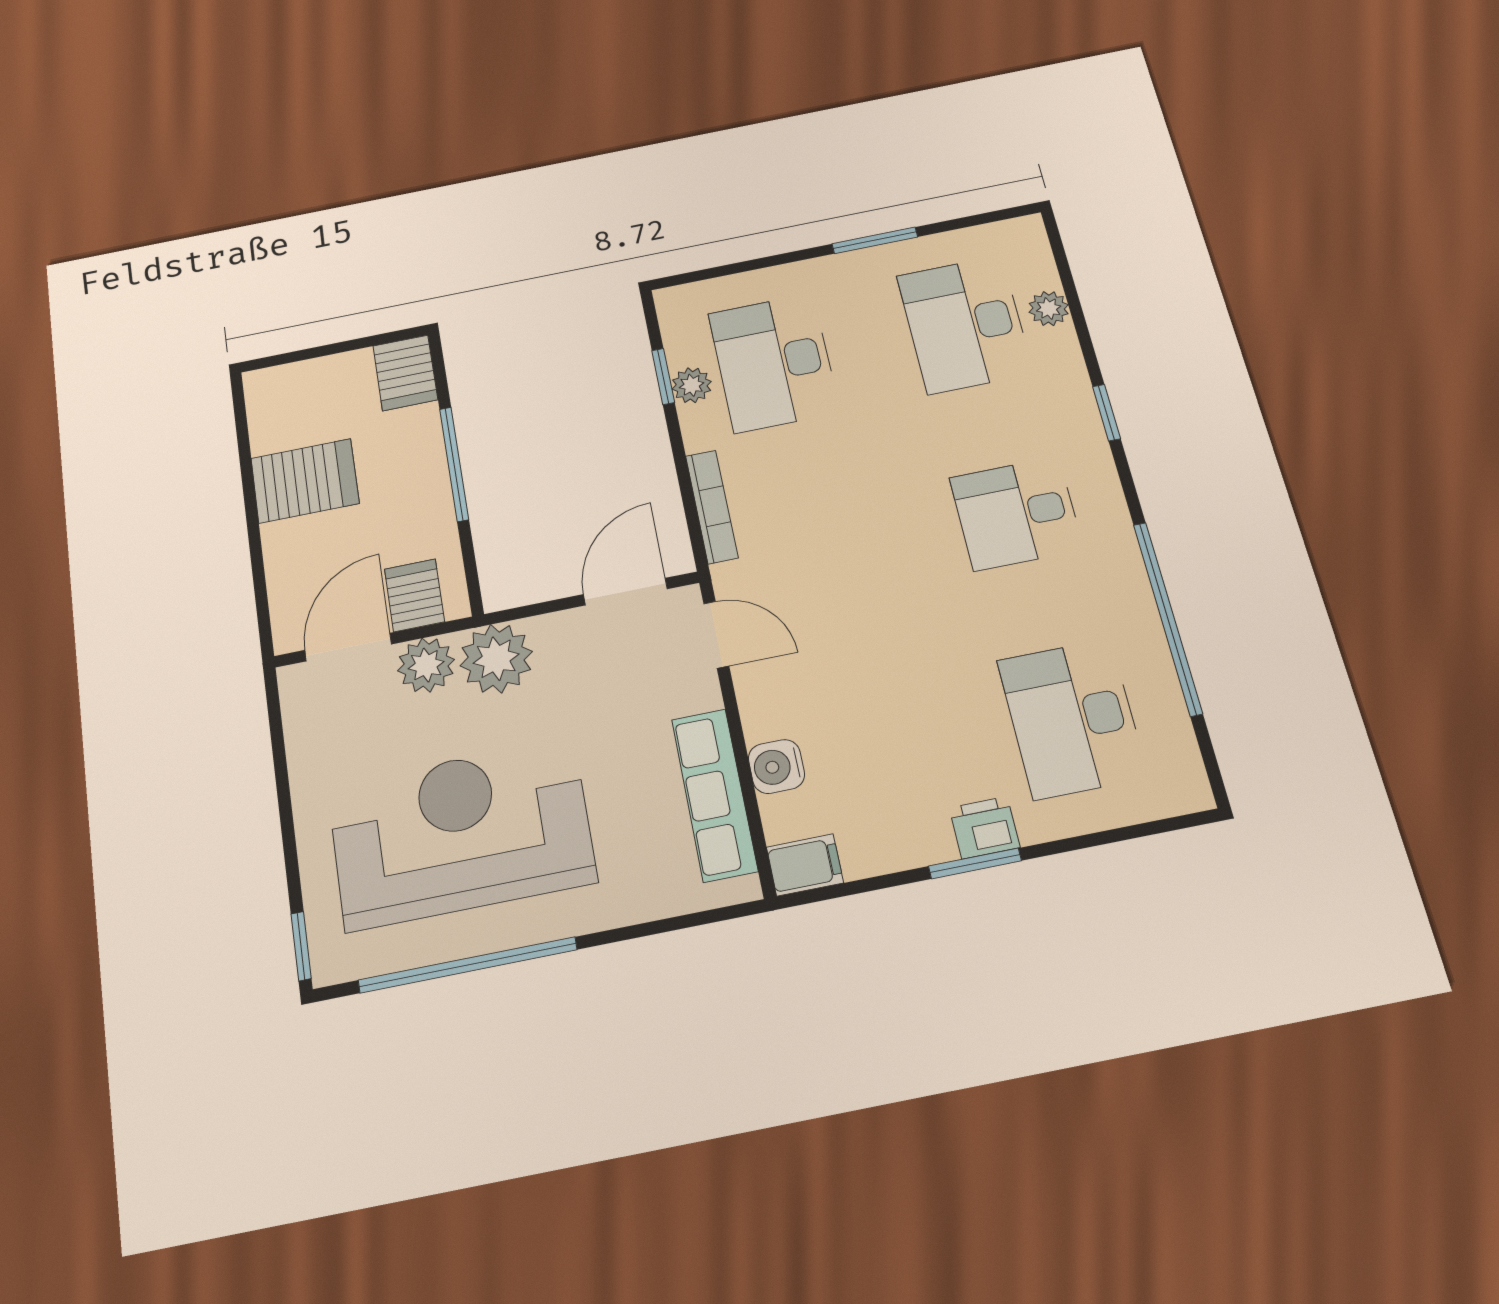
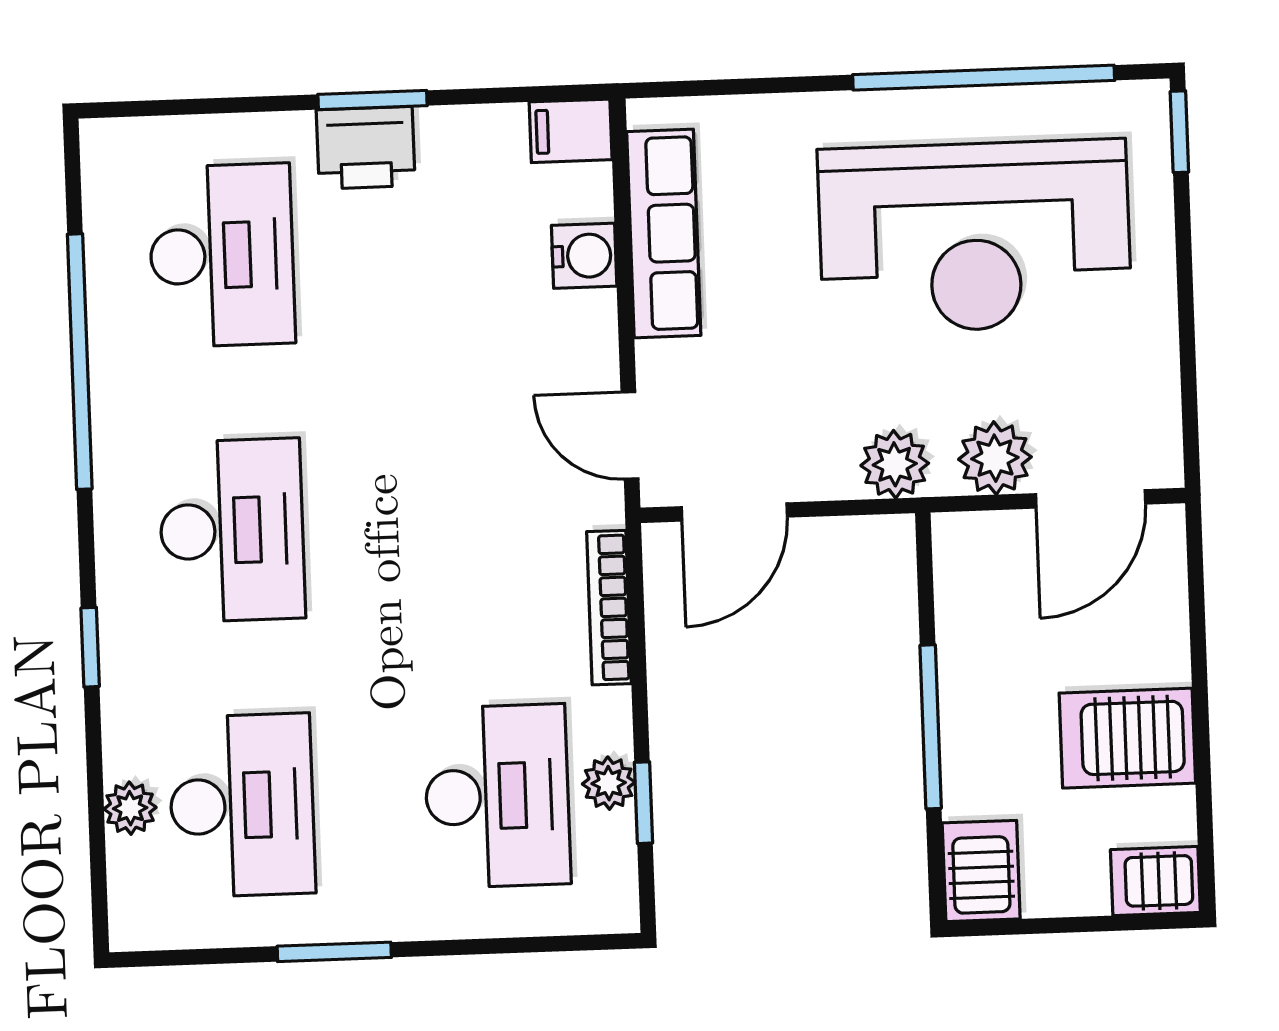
desk: (1016, 513) -> (232, 530), width x1.37
server rack: (414, 595) -> (1155, 881), moved, turned 90
plant: (496, 659) -> (895, 464), width x0.73, depth x0.73
printer: (985, 828) -> (366, 148), width x1.36, depth x1.24

